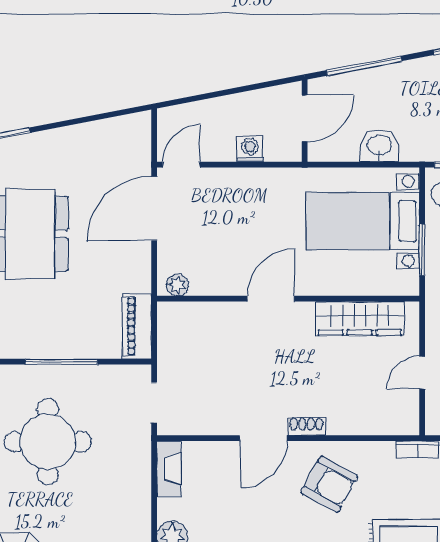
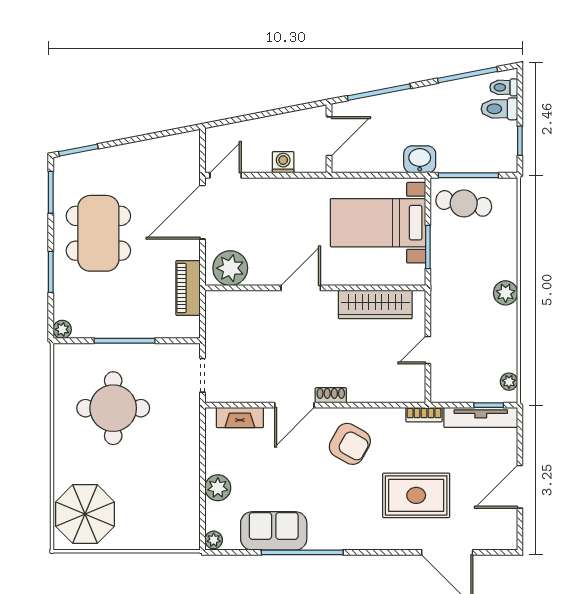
washbasin: (379, 146) -> (420, 159), moved
plant: (177, 285) -> (230, 268), width x1.87, depth x1.87
piano: (137, 326) -> (188, 288), moved
fireplace: (169, 469) -> (240, 418), moved, turned 90

